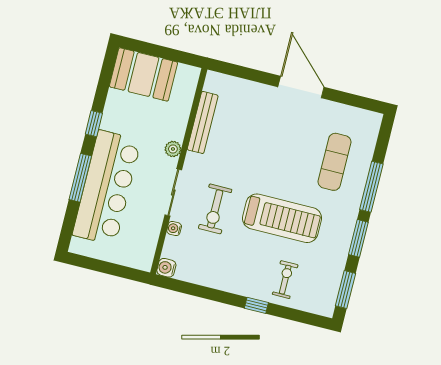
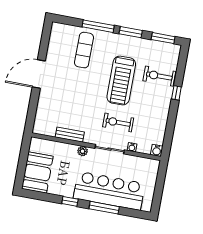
bench: (203, 122) -> (70, 135), width x0.73
exercise mat: (335, 162) -> (84, 50), turned 90
exercise bike: (215, 209) -> (118, 122), turned 180
treadmill: (282, 218) -> (121, 80), turned 180
exercise bike: (285, 280) -> (159, 76), width x1.38, depth x1.39

